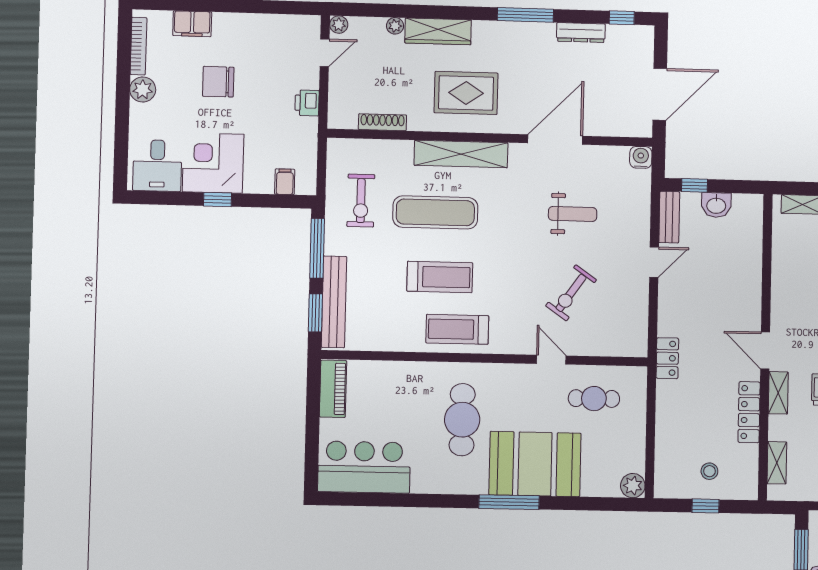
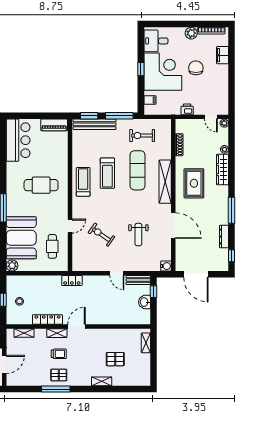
corner desk: (213, 163) -> (163, 72), width x1.36, depth x1.36
booth: (535, 464) -> (21, 238), moved

